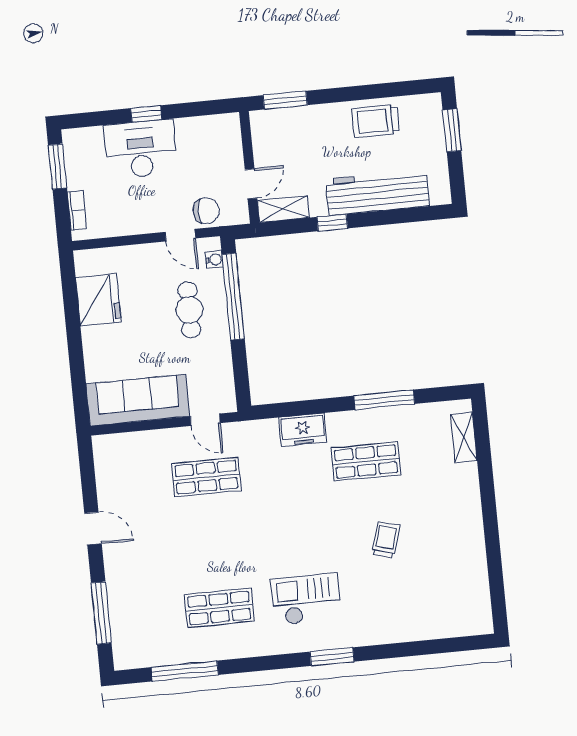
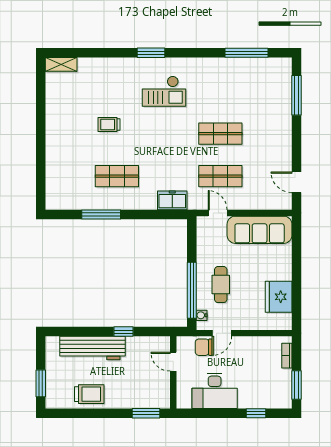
window: (146, 114) -> (256, 413), moved
desk: (141, 149) -> (215, 391), moved
door: (251, 184) -> (173, 362), hinge flipped
shelving: (283, 209) -> (154, 343), removed
door: (180, 235) -> (222, 333), swing flipped
freezer: (303, 430) -> (172, 200), moved
shelving: (464, 437) -> (61, 64), moved, turned 90
door: (93, 528) -> (296, 182), moved
trolley: (386, 540) -> (109, 125), turned 74
shop shelf: (219, 608) -> (220, 134), moved

